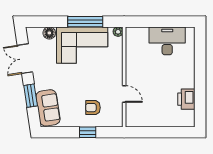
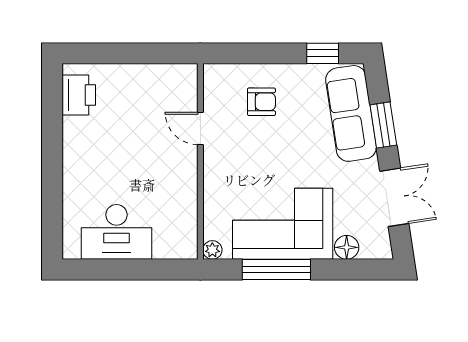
printer: (186, 99) -> (79, 95), moved
sofa: (48, 108) -> (351, 113), width x1.36
window: (88, 132) -> (323, 53), moved

